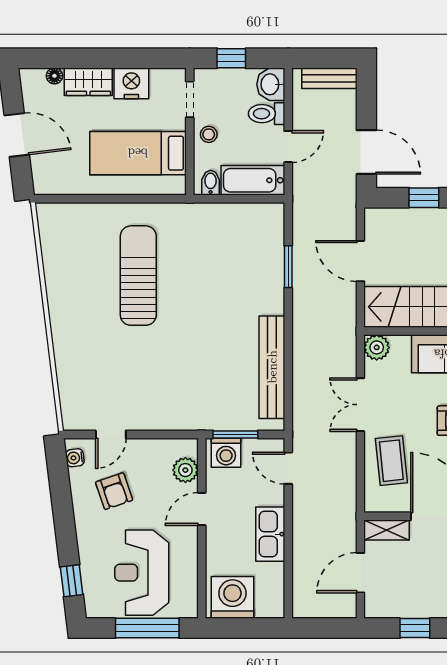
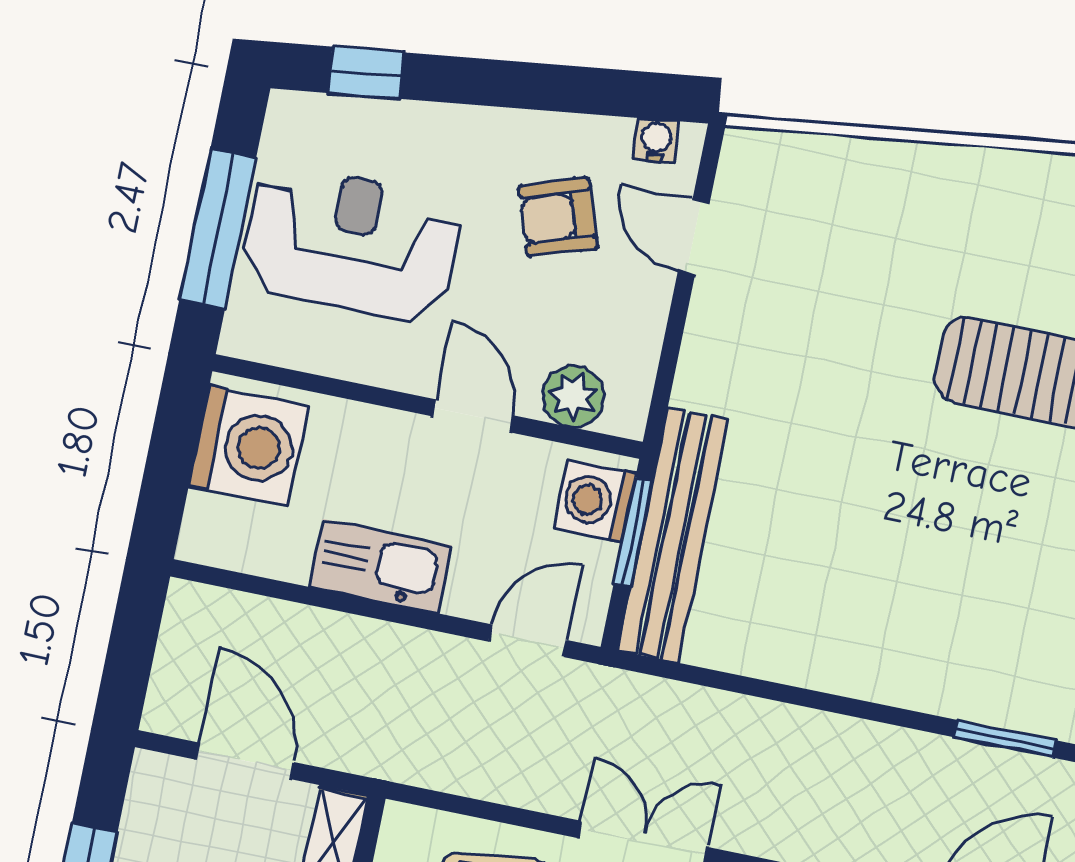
bench: (272, 367) -> (673, 535), moved, turned 90

